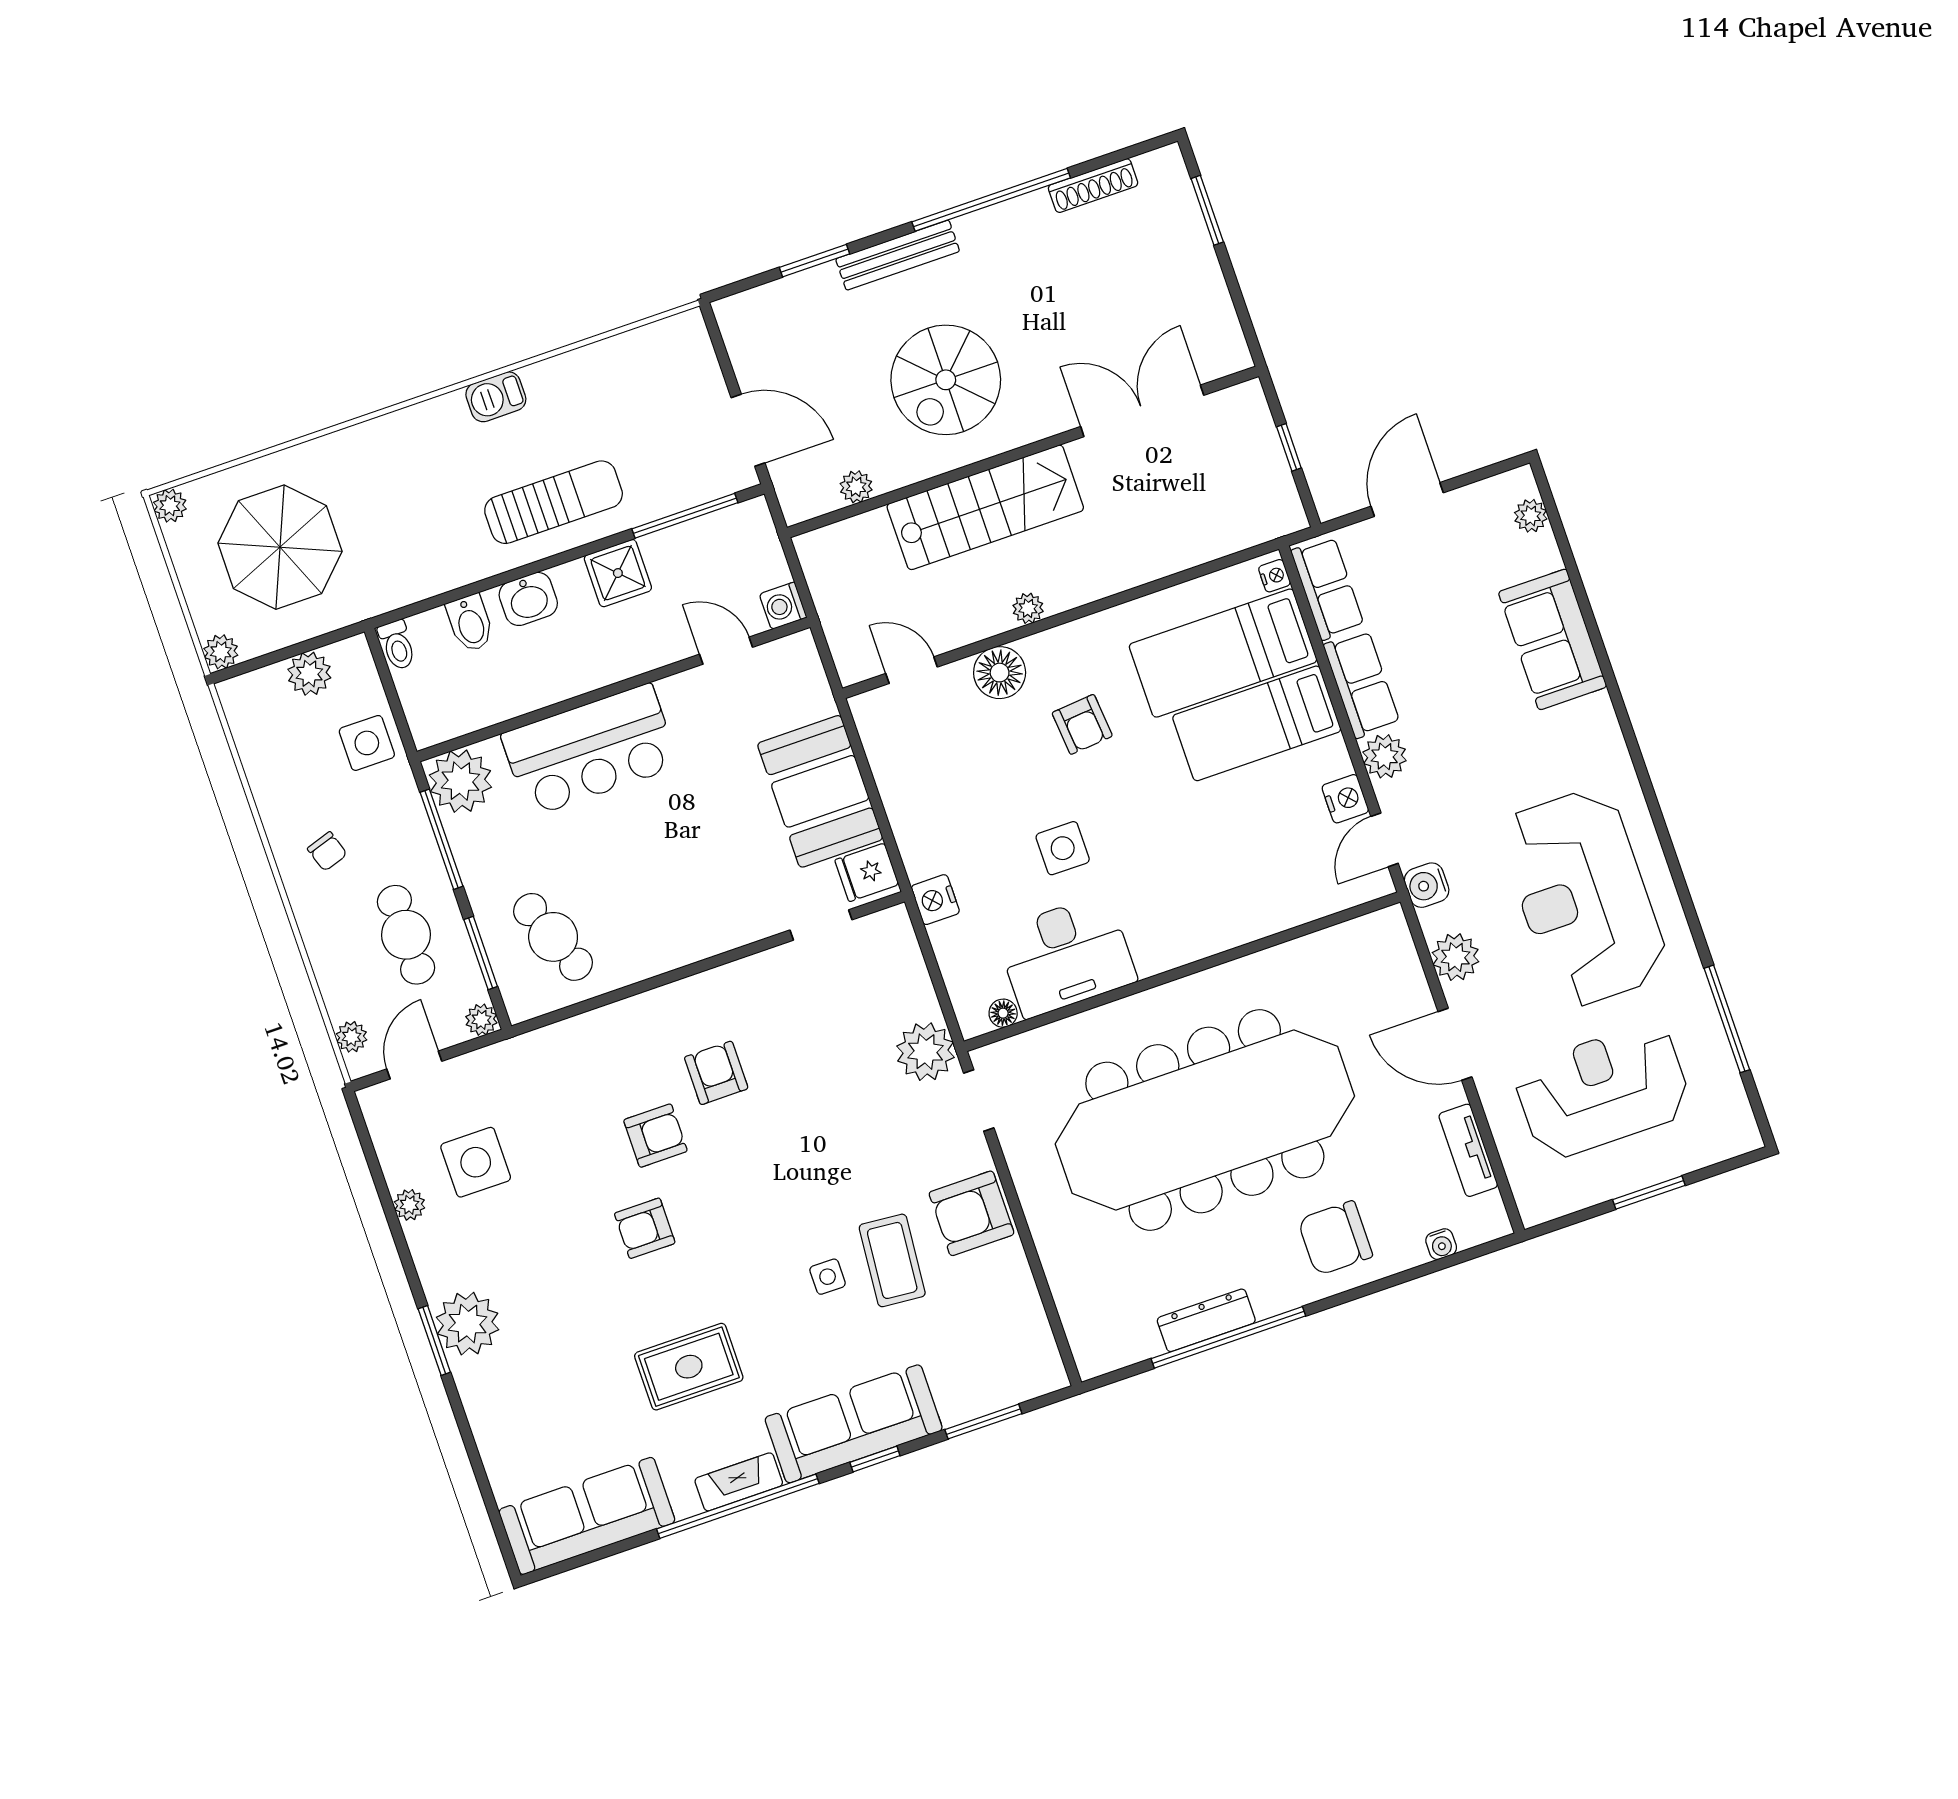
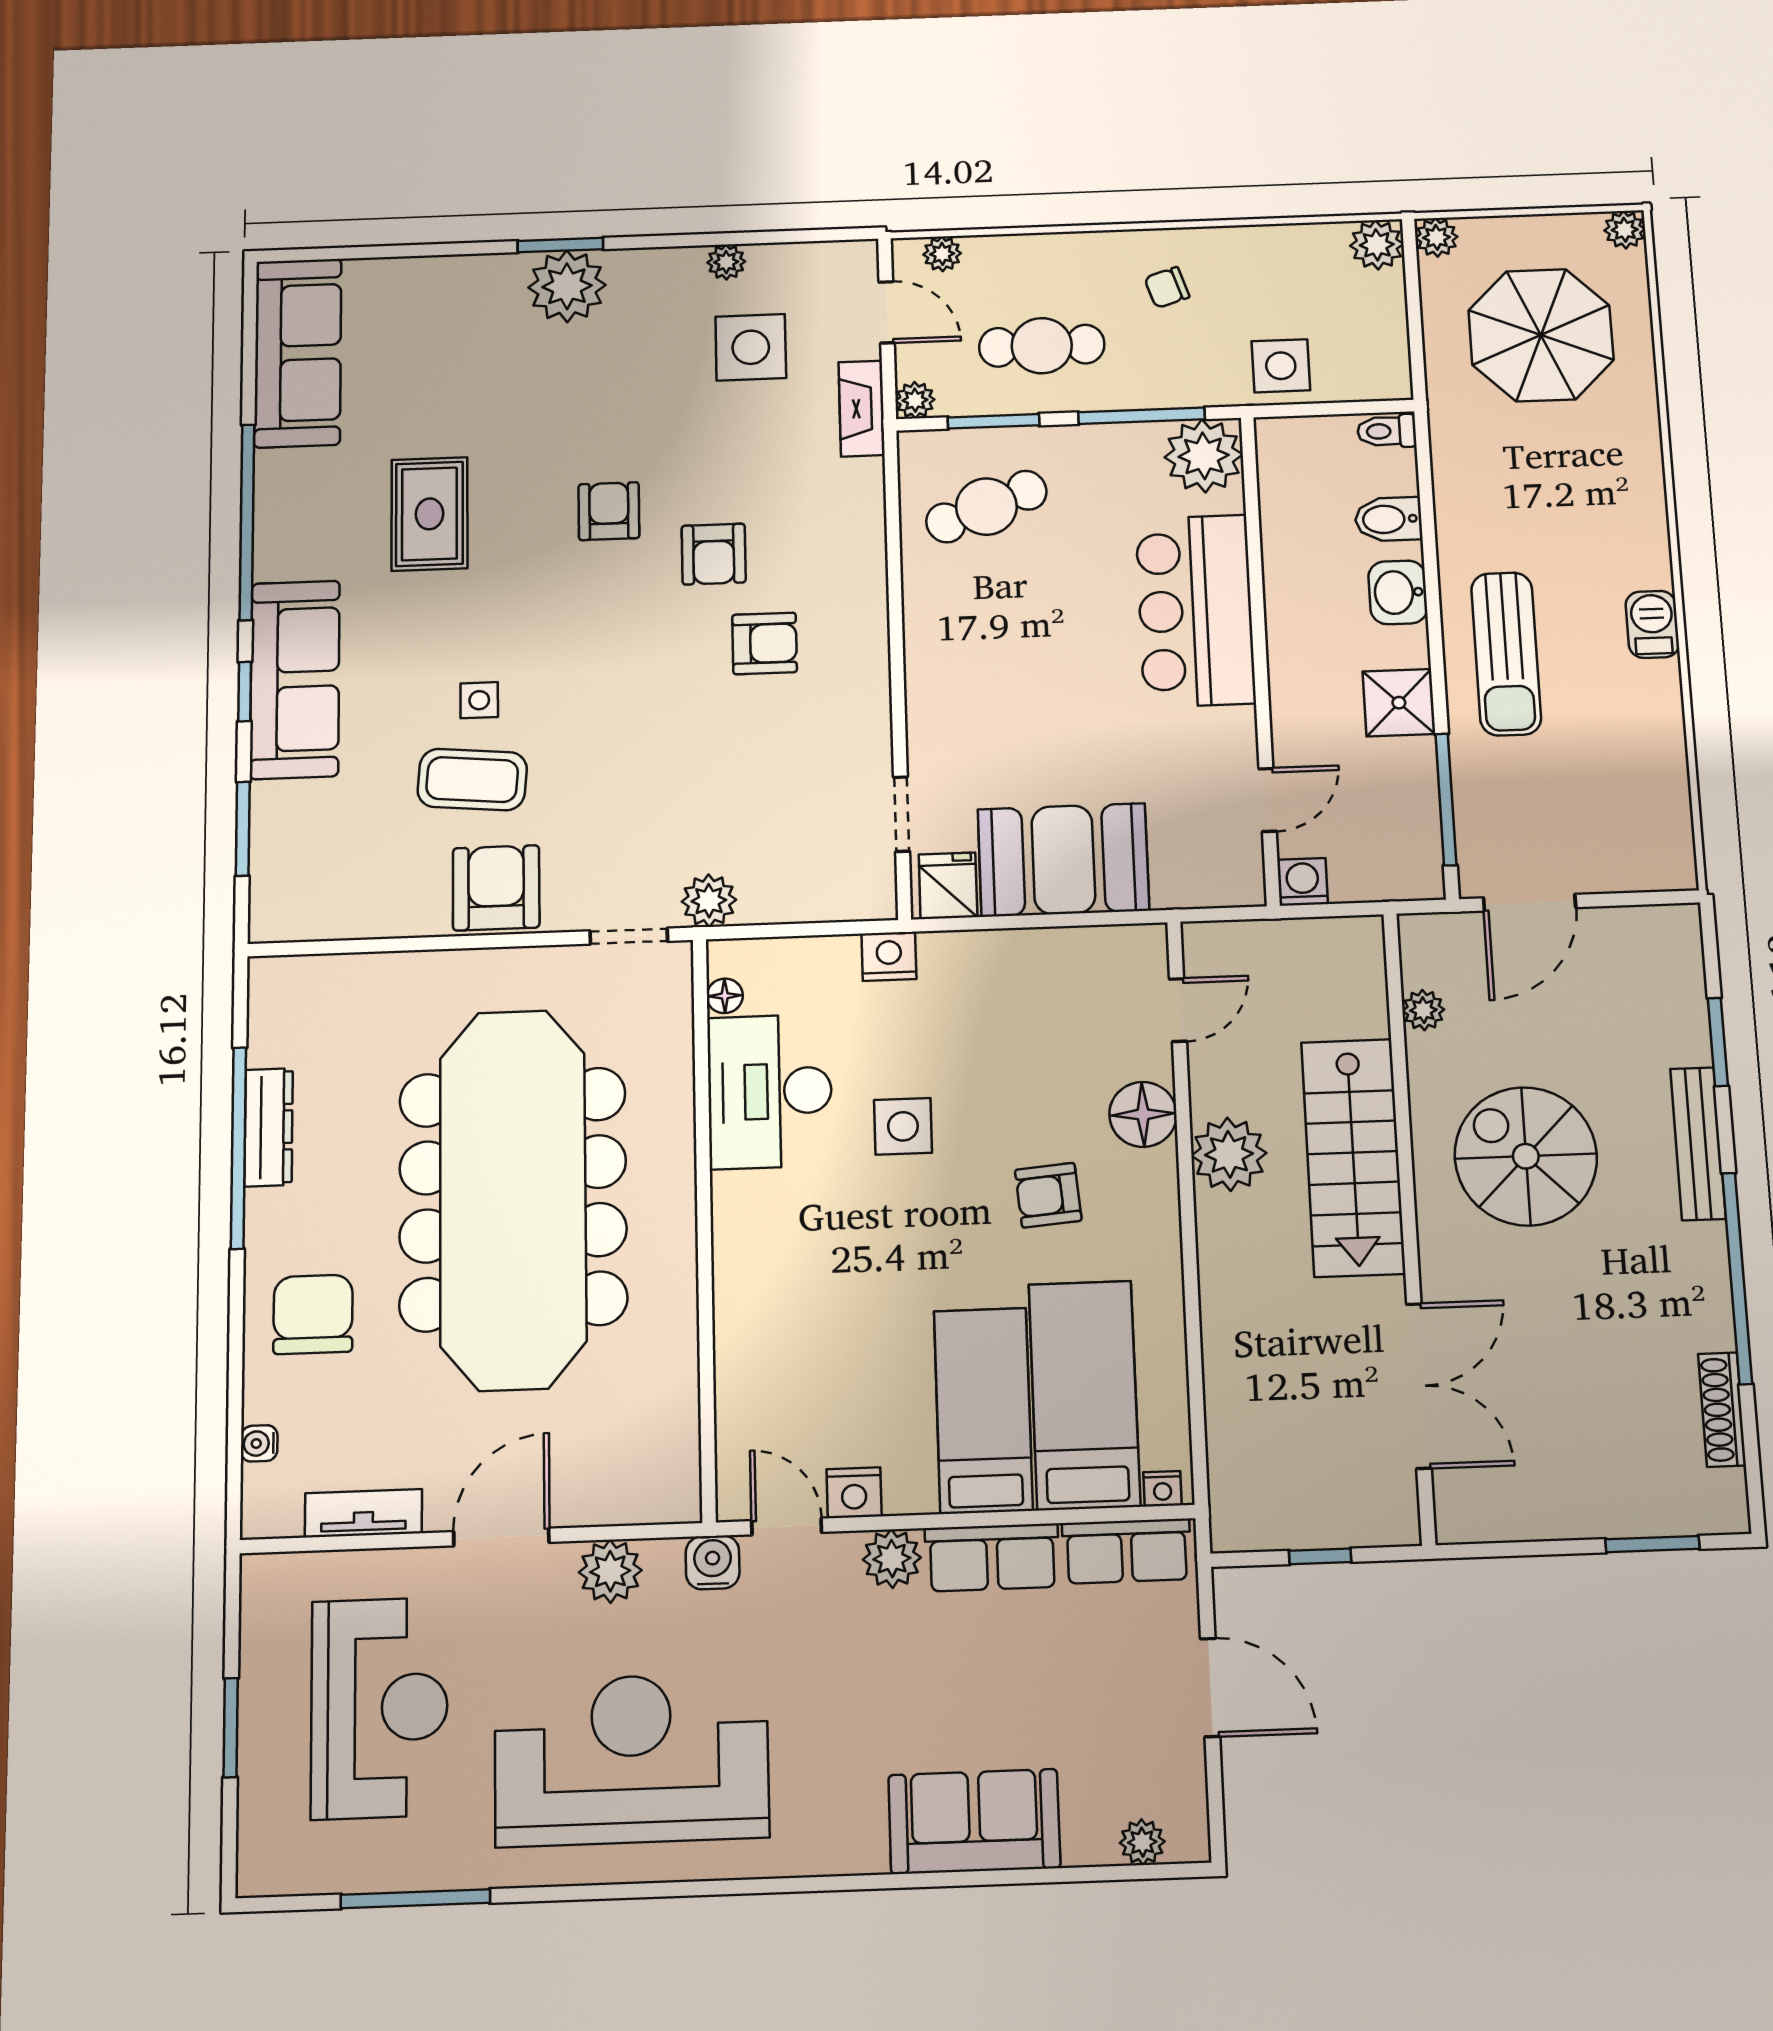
plant: (1028, 608) -> (1229, 1154), width x1.88, depth x1.88
plant: (309, 674) -> (1377, 245), moved
plant: (925, 1052) -> (709, 901), width x0.73, depth x0.73
fireplace: (739, 1482) -> (862, 409), moved, turned 180

